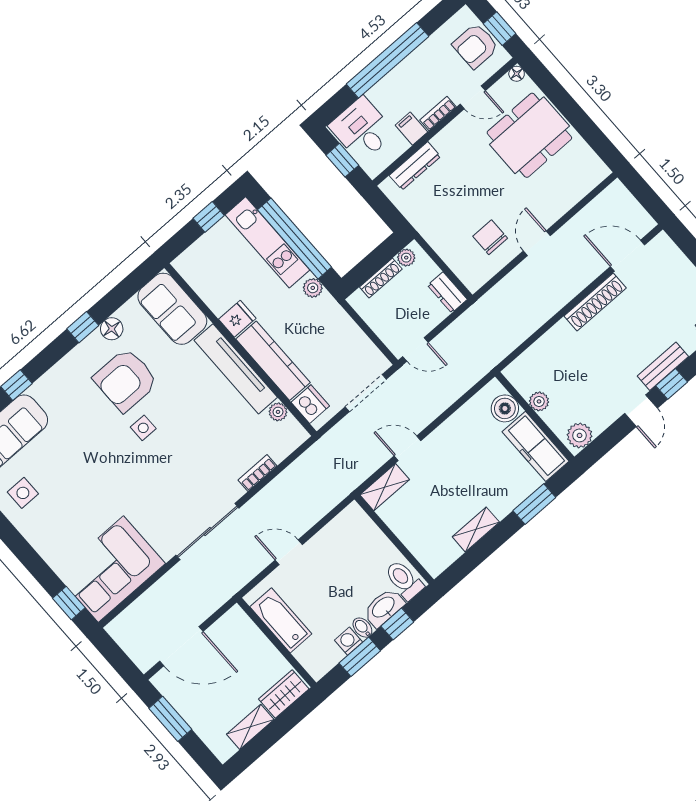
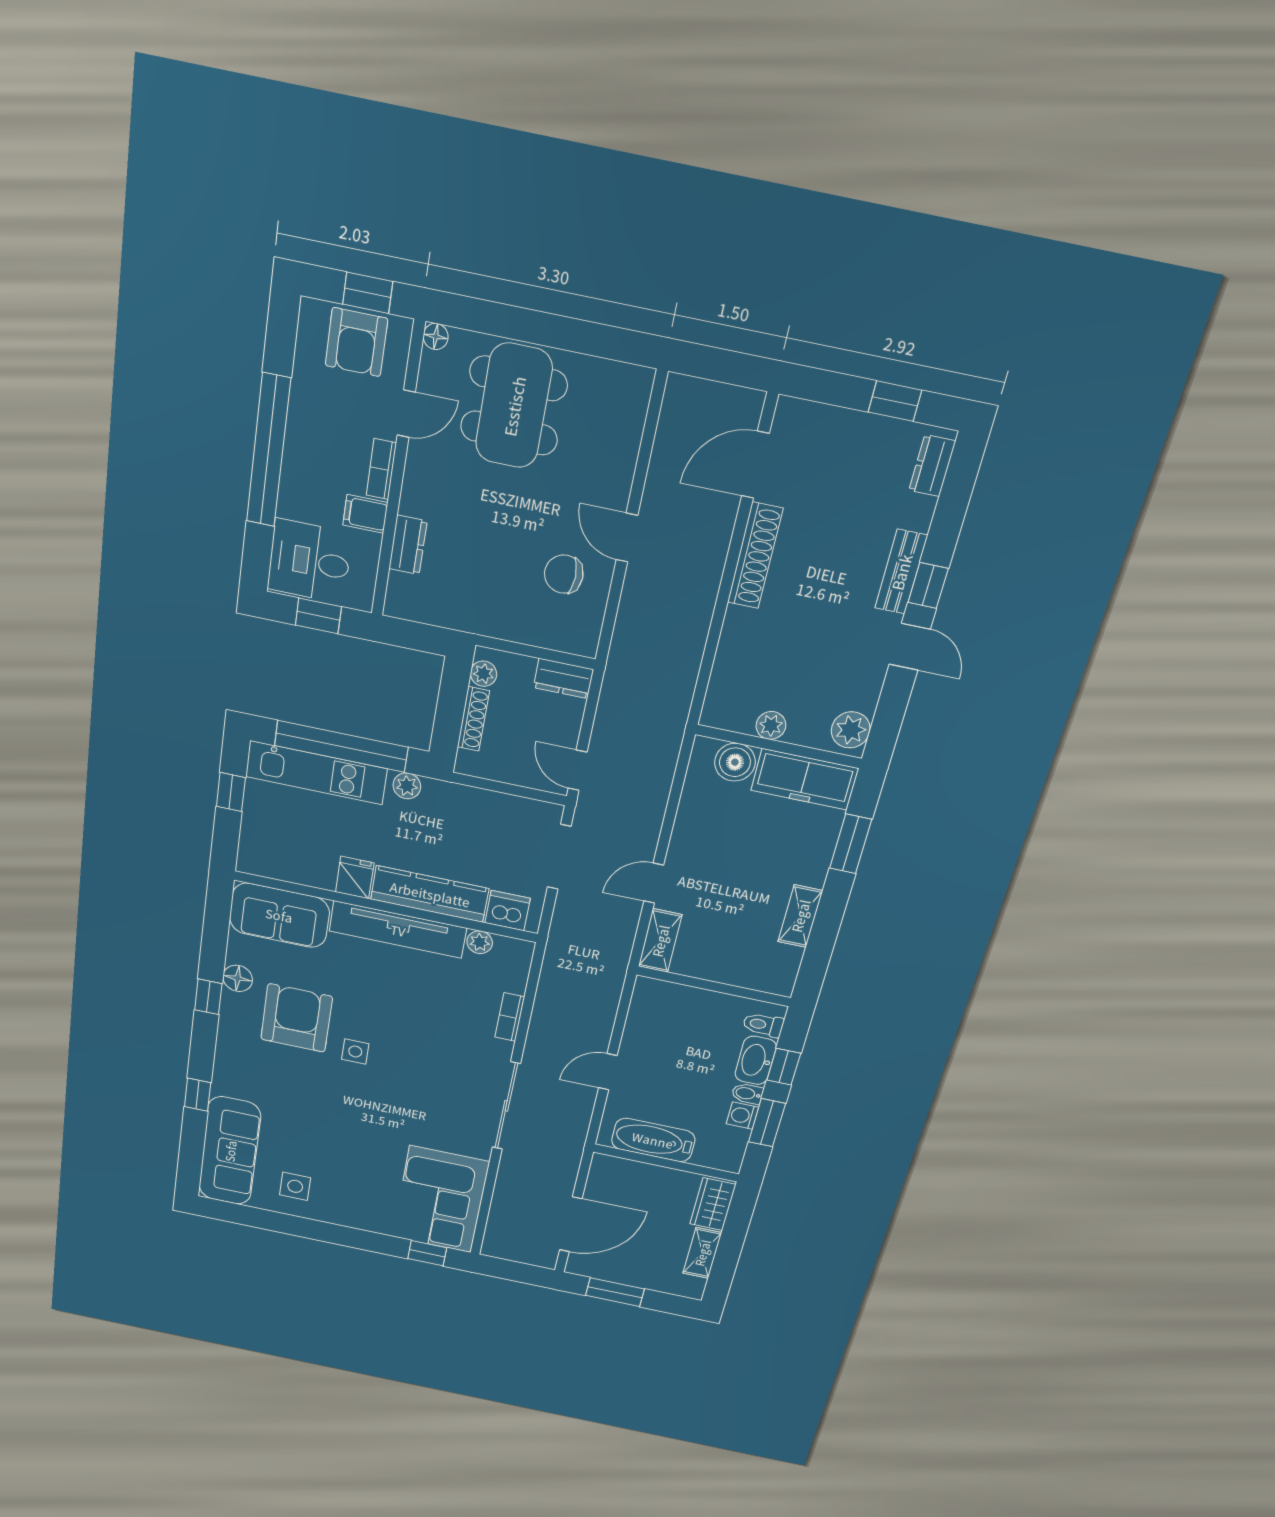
dresser: (415, 166) -> (408, 545), width x0.70
door: (415, 349) -> (578, 770), swing flipped
armchair: (126, 380) -> (297, 1018), turned 180
toilet: (404, 580) -> (763, 1025), width x0.73, depth x0.72

